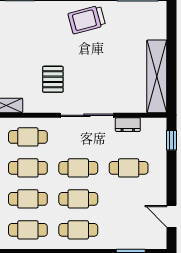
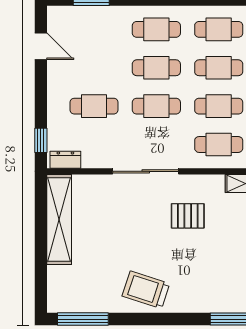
trolley: (87, 20) -> (146, 290), turned -147
pallet: (53, 79) -> (188, 216), turned 90
dresser: (128, 125) -> (65, 160), moved

